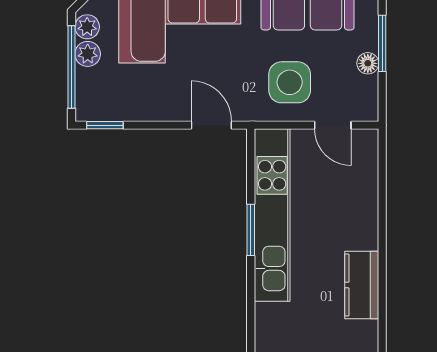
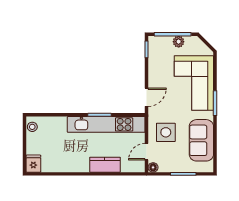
plant: (87, 27) -> (191, 41), removed
floor lamp: (368, 63) -> (153, 167), moved
kitchen counter: (362, 285) -> (105, 165), moved

